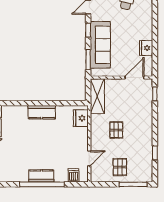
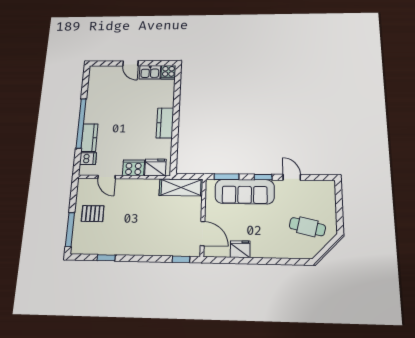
pallet: (116, 130) -> (138, 210), removed
cooker: (81, 136) -> (133, 168), added
kitchen counter: (41, 176) -> (89, 138), moved

